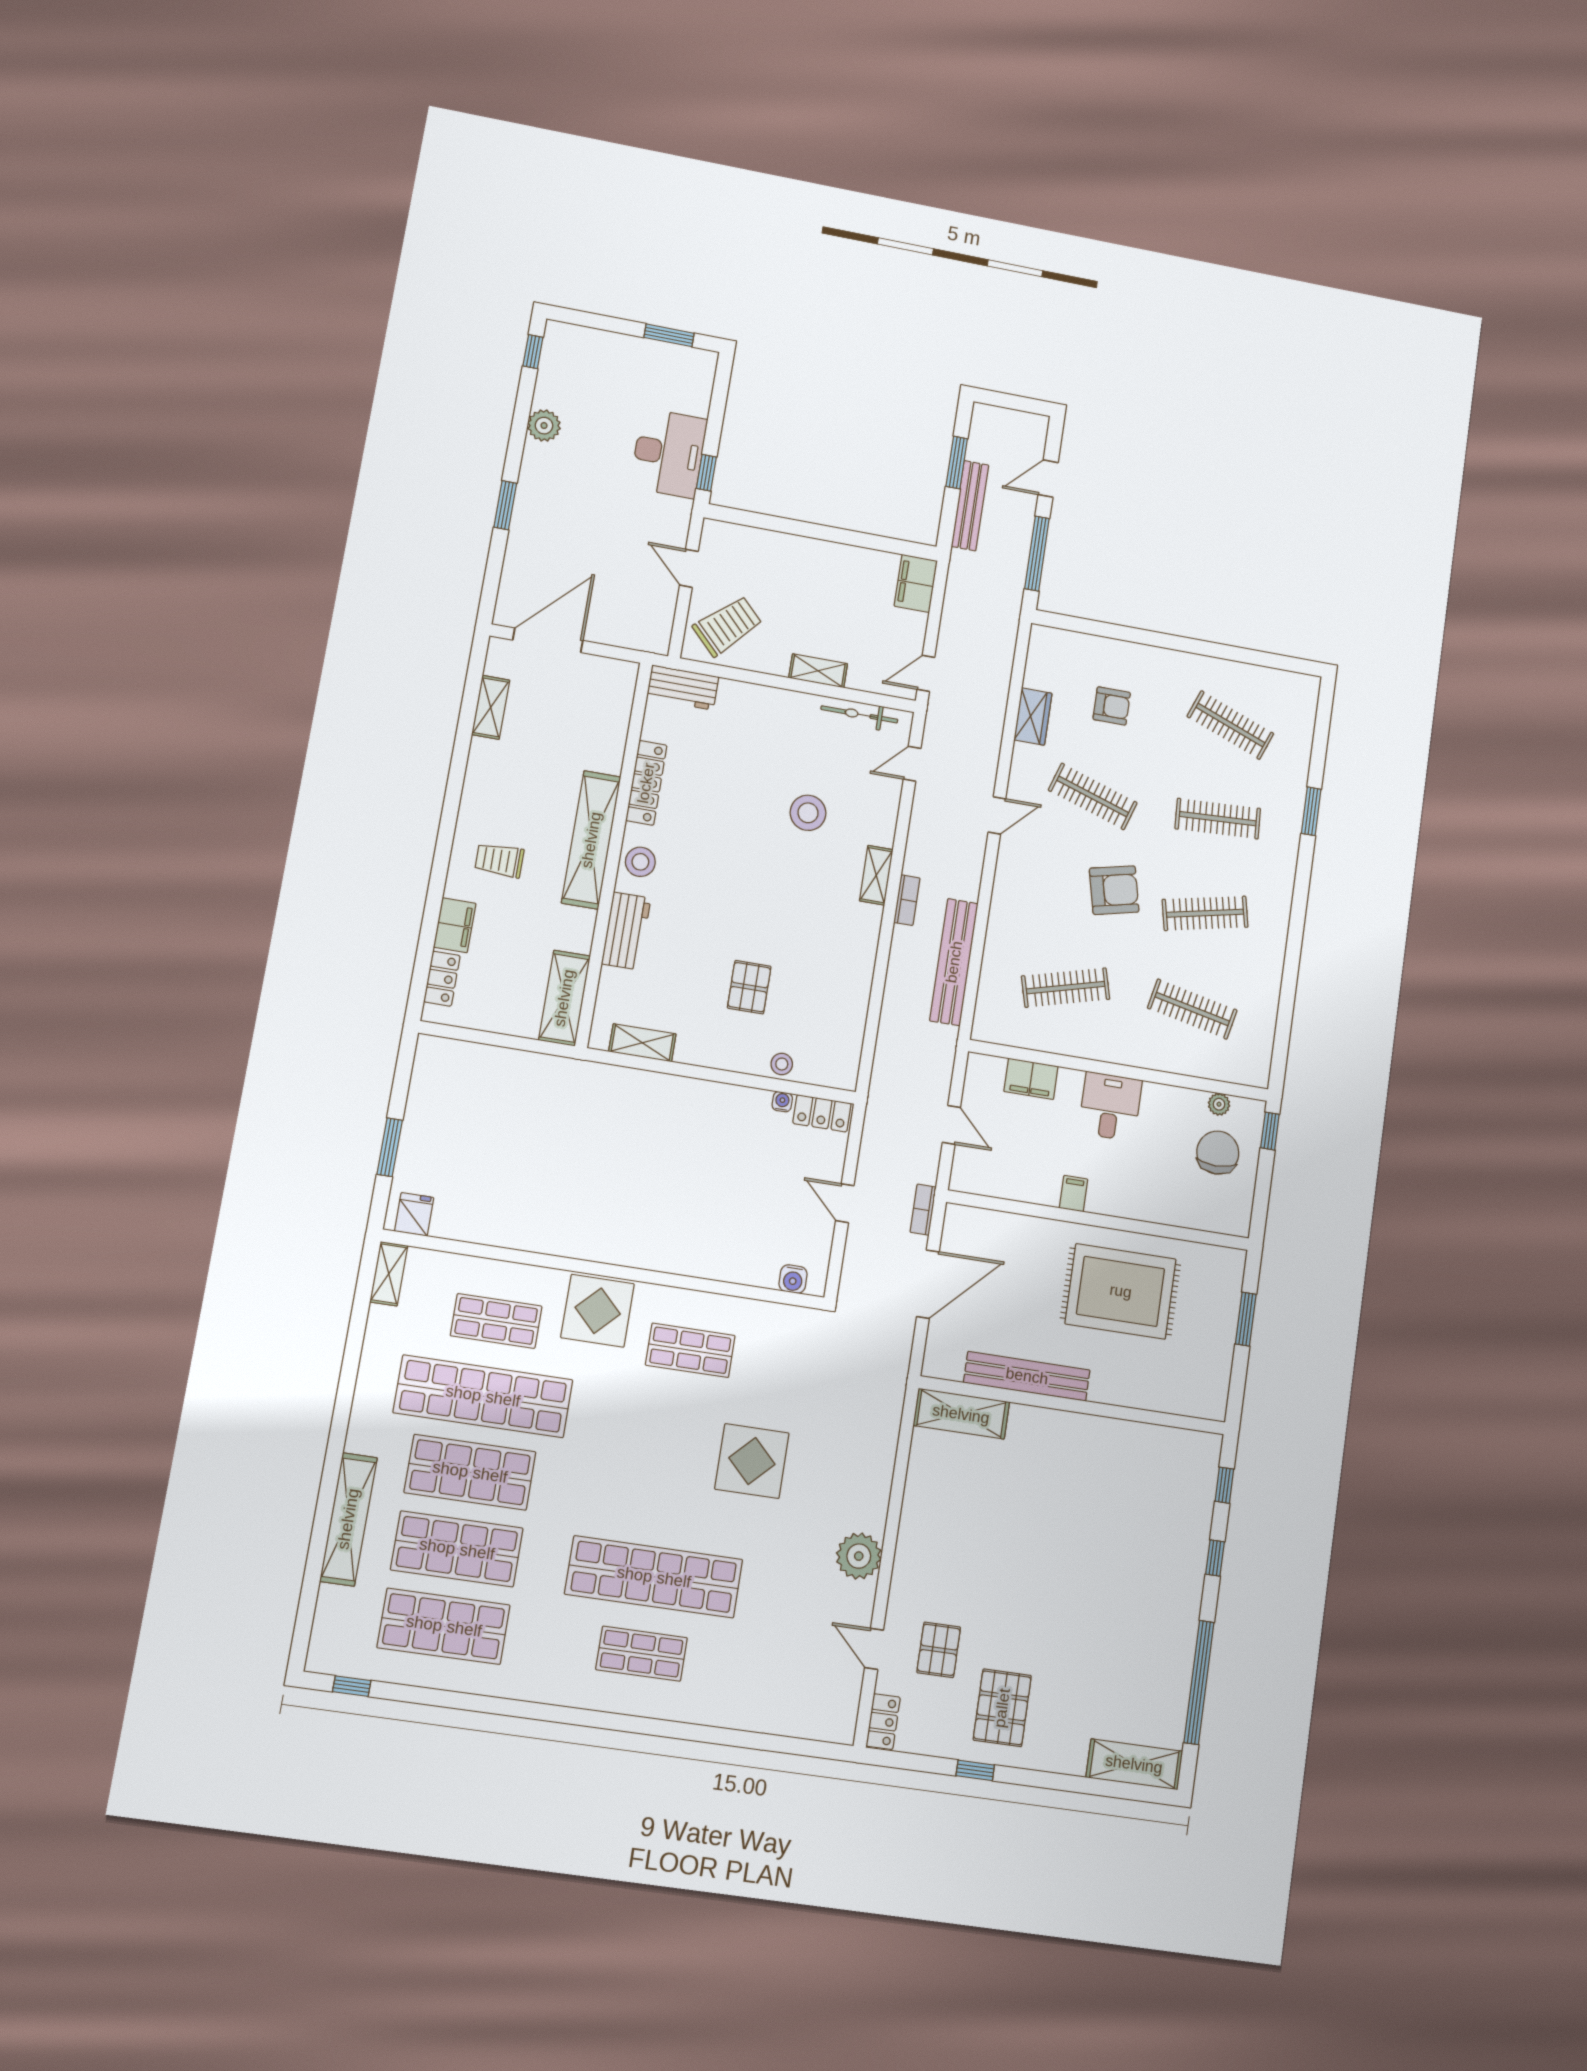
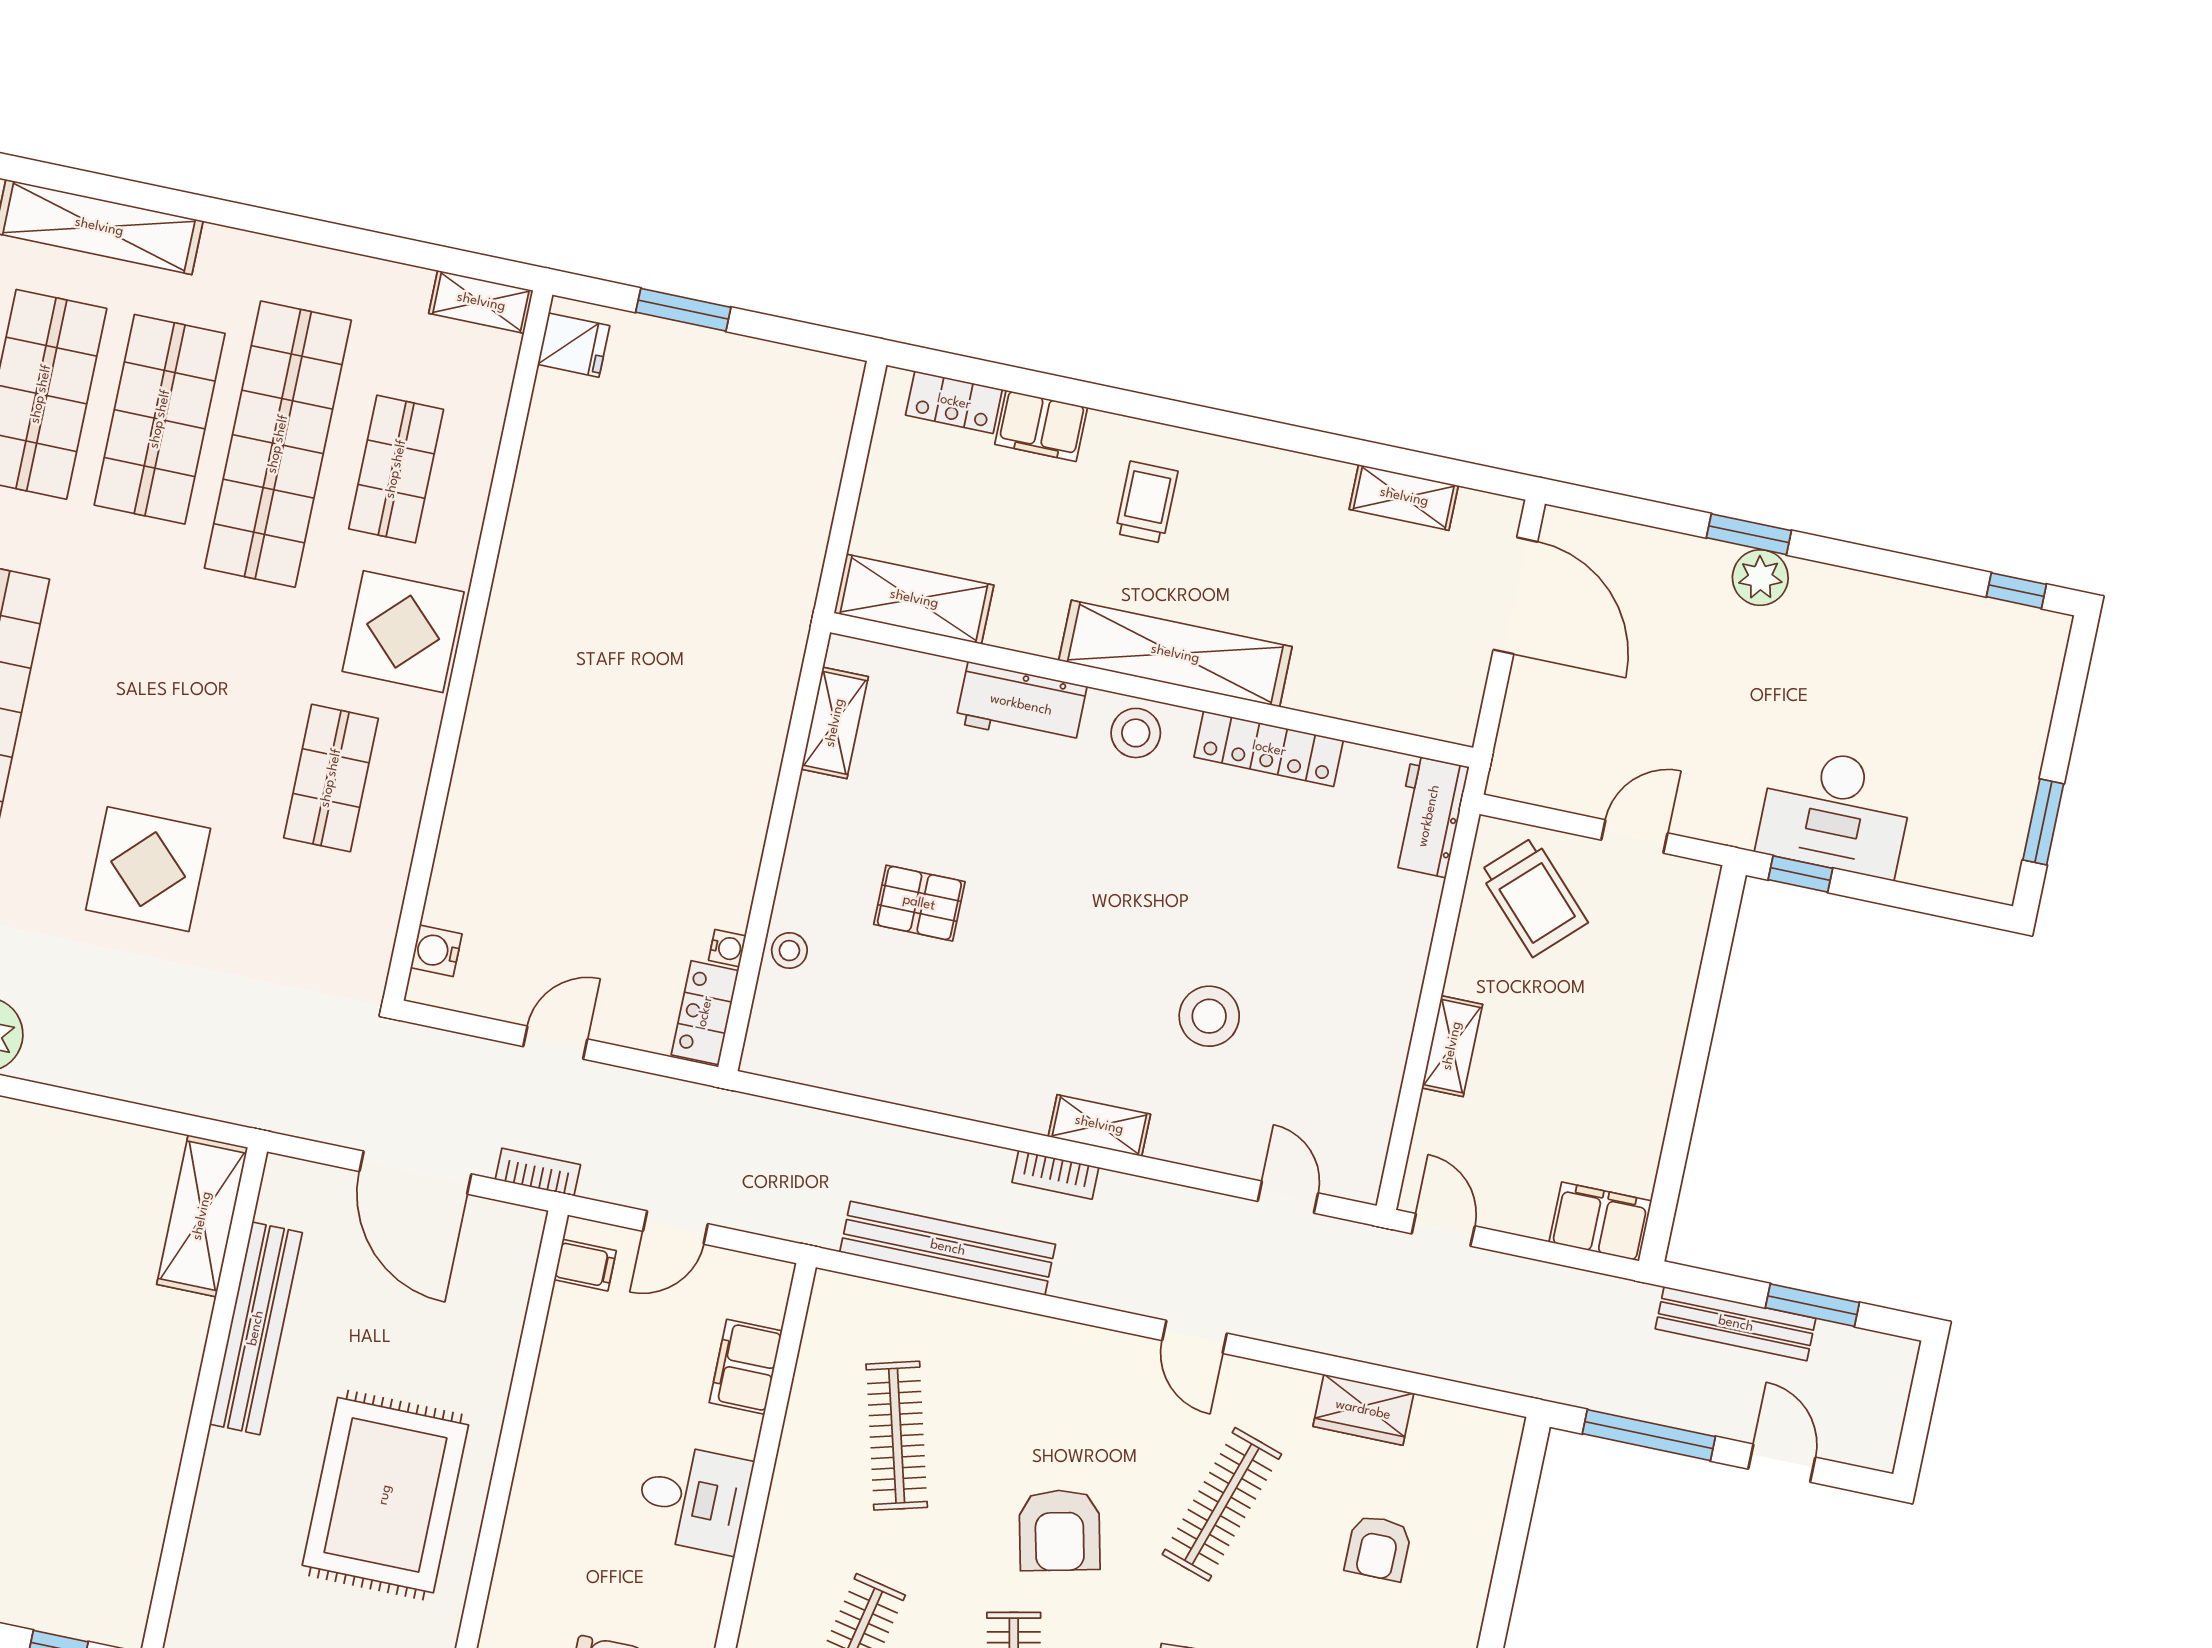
plant: (544, 426) -> (1760, 578), moved
bicycle: (859, 714) -> (1375, 1112), removed
filing cabinet: (1074, 1194) -> (585, 1265), moved

